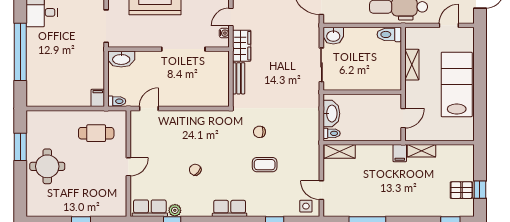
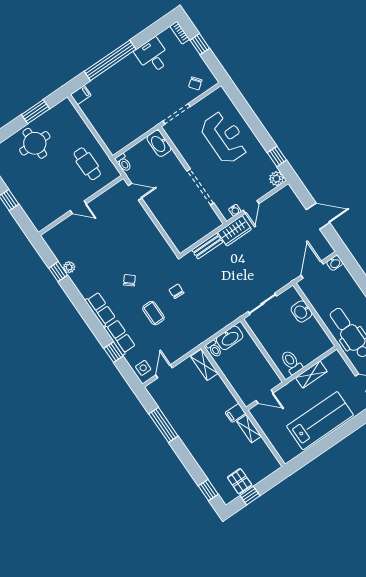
door: (231, 17) -> (251, 207), swing flipped
toilet: (389, 34) -> (291, 362), moved
washbasin: (333, 36) -> (301, 311), moved
filing cabinet: (98, 98) -> (81, 95), moved
chair: (195, 170) -> (129, 280), moved
row of seats: (150, 208) -> (120, 337), moved

